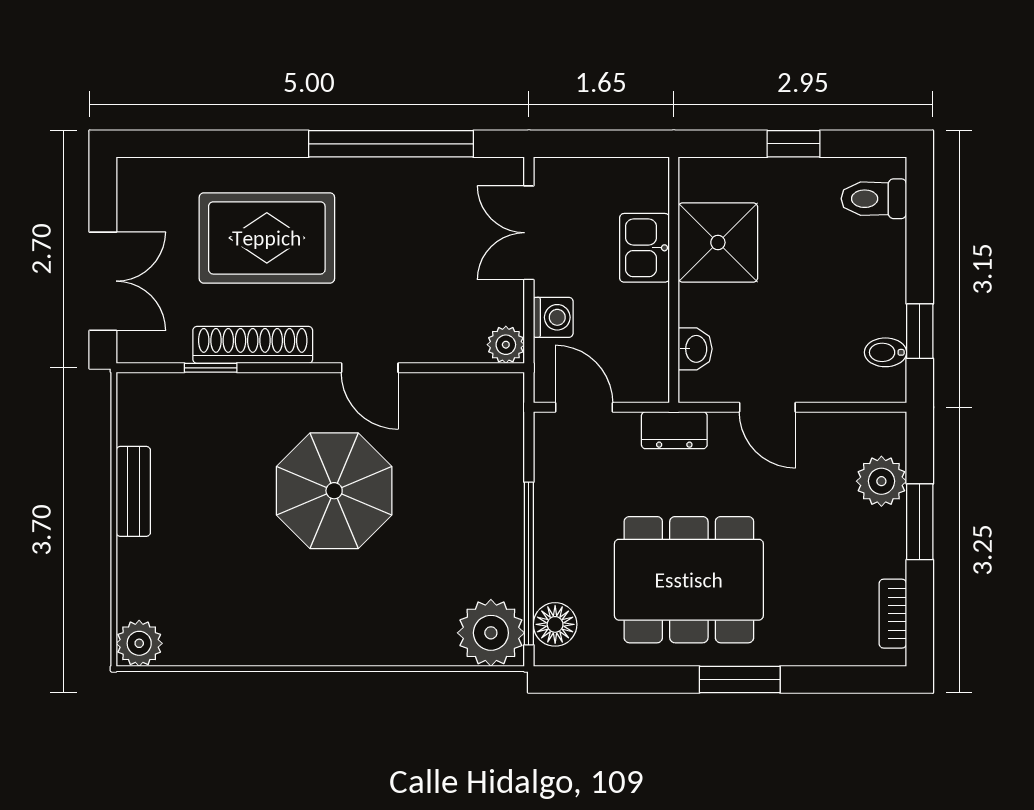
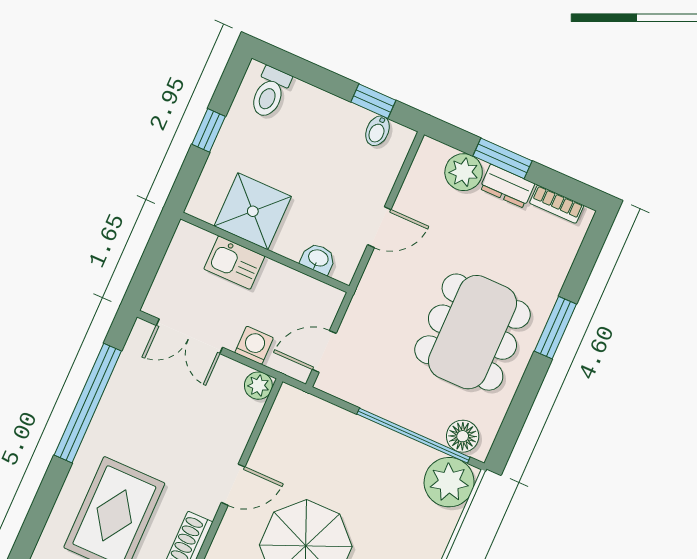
dresser: (674, 430) -> (507, 186), moved, turned 90

